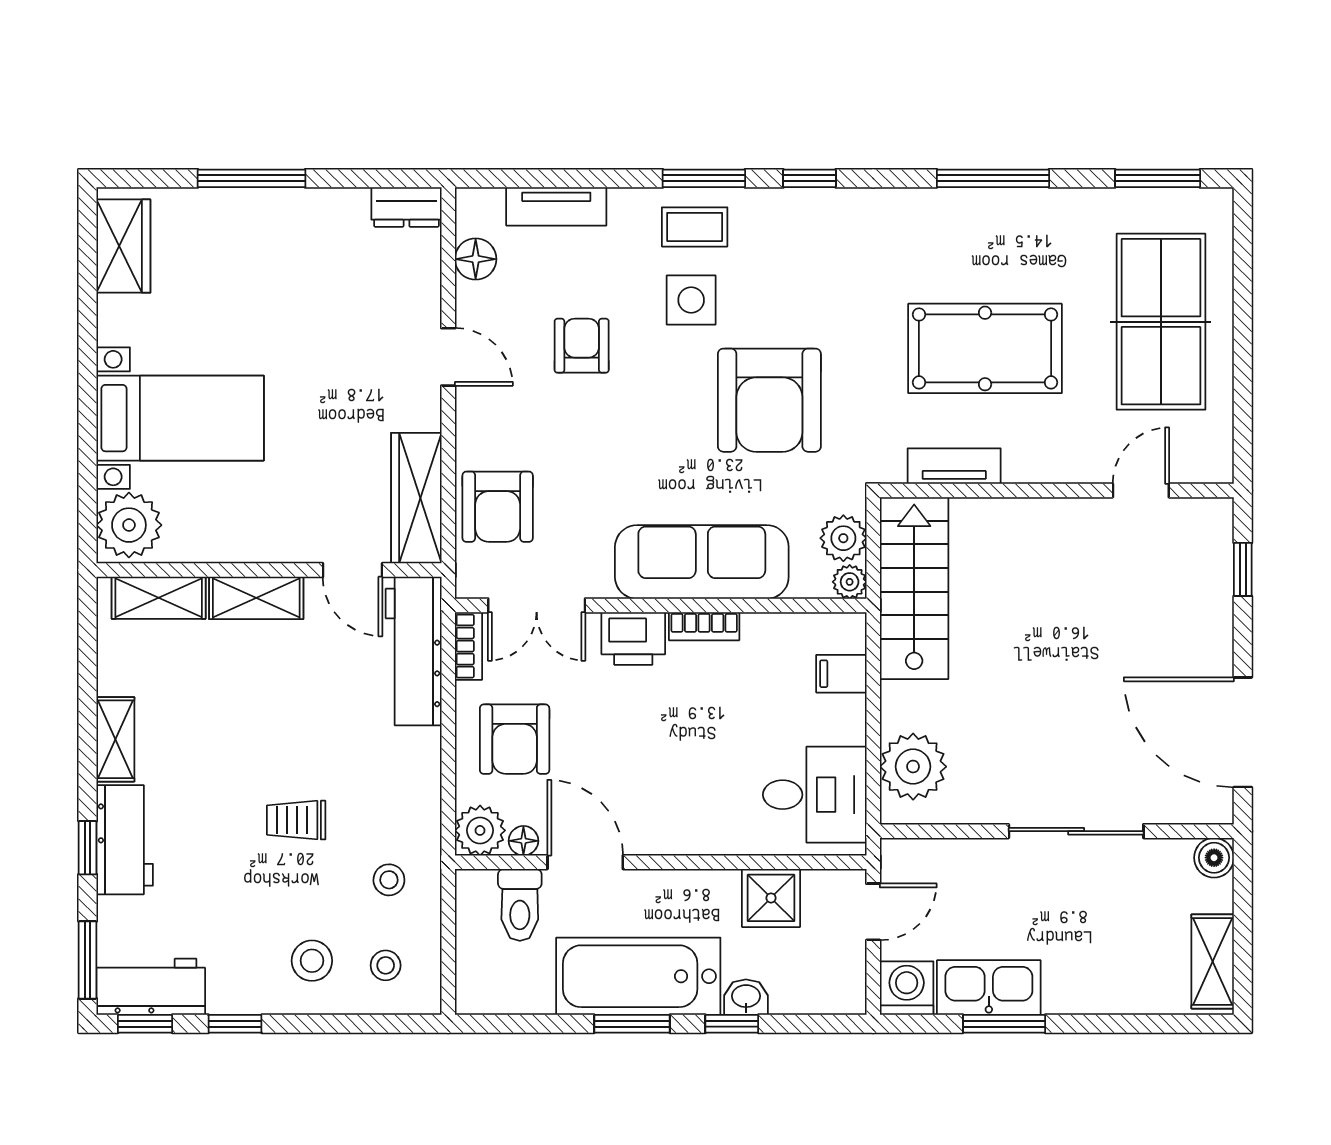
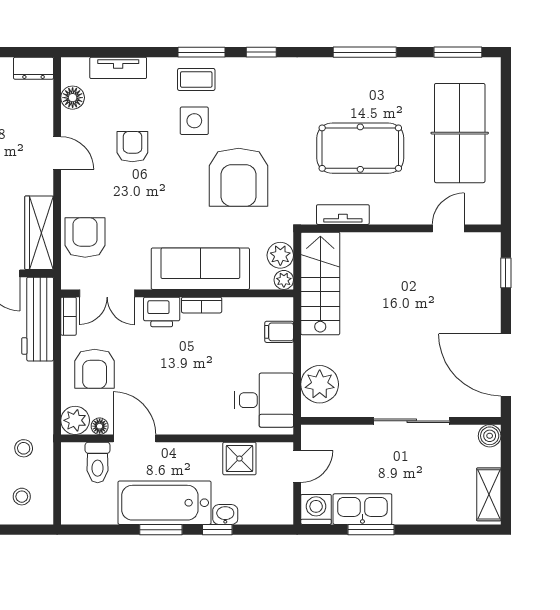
armchair: (498, 507) -> (85, 238), turned 180

